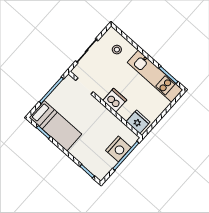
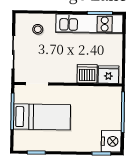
dishwasher: (115, 100) -> (87, 74), moved
bed: (55, 126) -> (42, 117), moved
nightstand: (118, 149) -> (111, 141), moved

